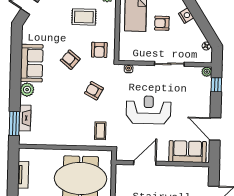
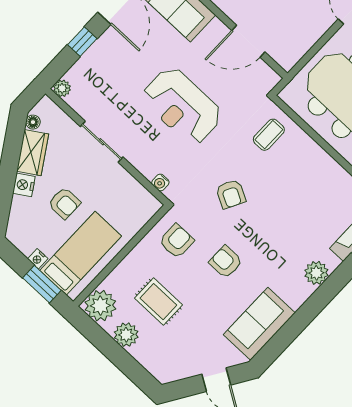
wardrobe: (195, 33) -> (33, 153), added
armchair: (70, 60) -> (226, 262), turned 141
sofa: (32, 63) -> (259, 324), moved
window: (216, 85) -> (82, 42), moved

